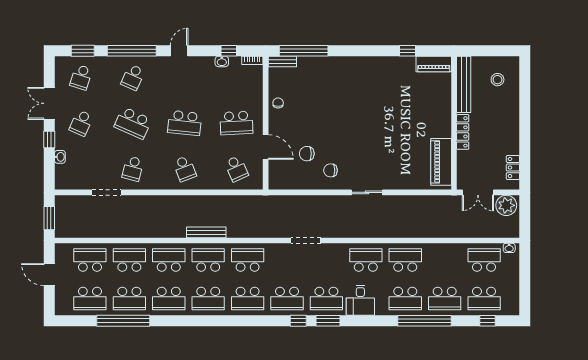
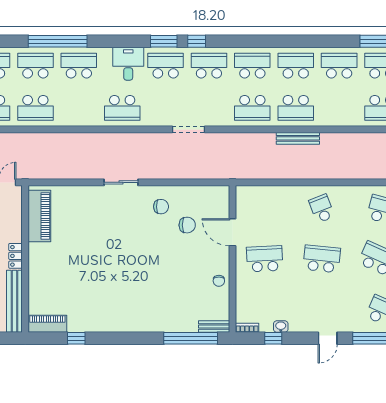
locker: (463, 132) -> (16, 256), width x0.66
school desk: (236, 169) -> (265, 209), removed
school desk: (169, 260) -> (339, 108), removed
school desk: (405, 260) -> (35, 108), moved

